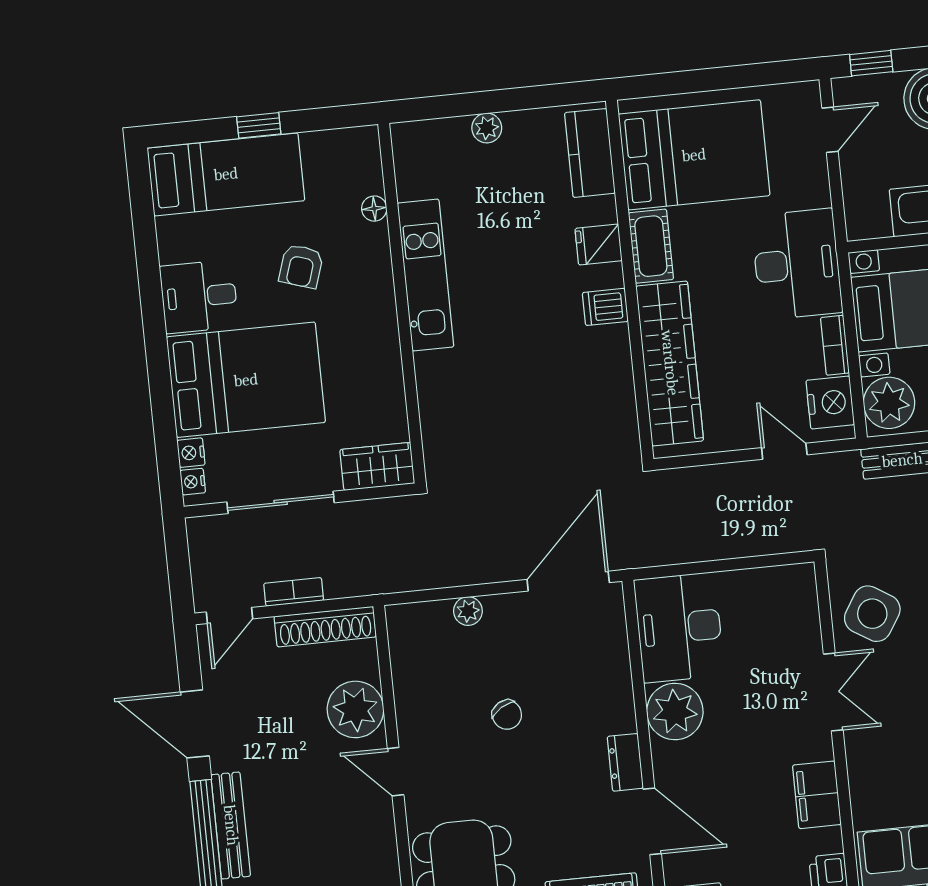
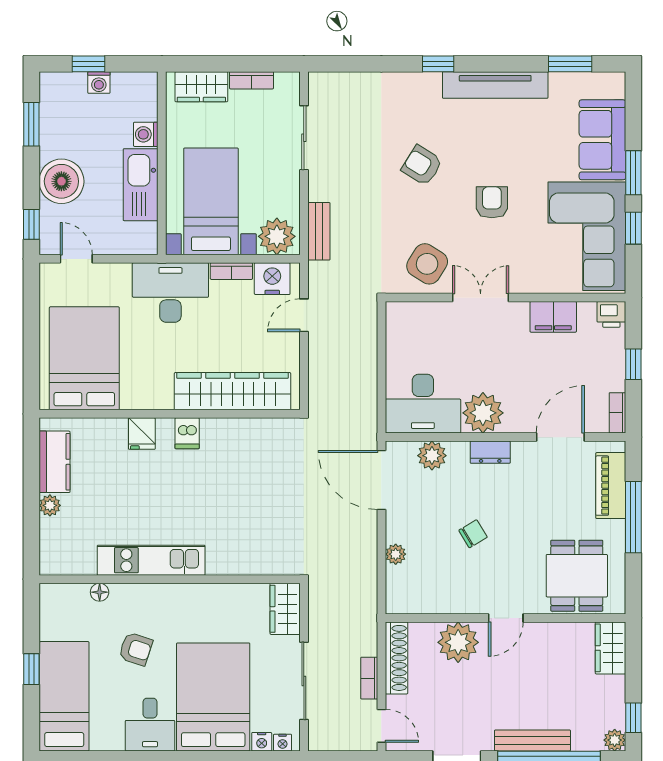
kitchen counter: (590, 153) -> (54, 462), moved, turned -90
cot: (651, 246) -> (147, 396), removed
plant: (609, 647) -> (432, 456), added
dresser: (625, 762) -> (490, 452), moved

